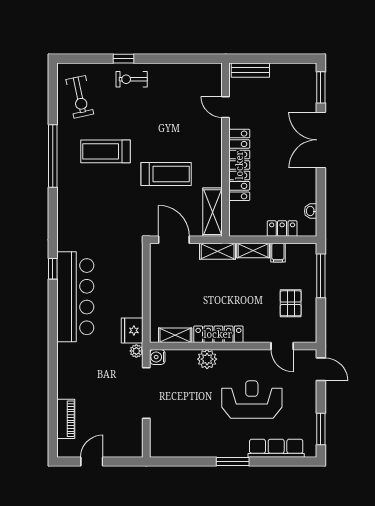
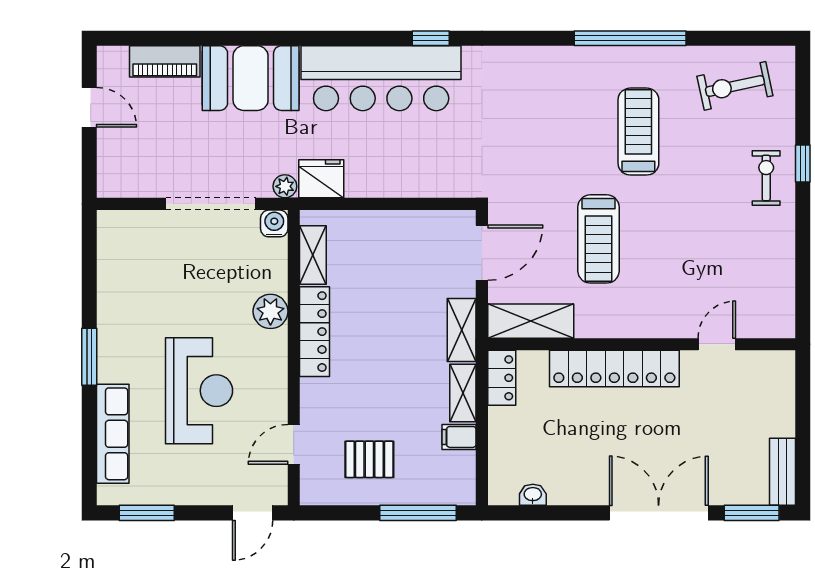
bench: (250, 70) -> (782, 472), moved
locker: (282, 229) -> (502, 378), moved
booth: (75, 370) -> (251, 78), added

